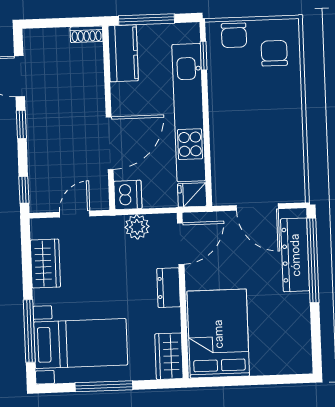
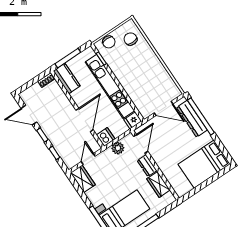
window: (24, 190) -> (54, 153), moved
wardrobe: (45, 264) -> (83, 179), moved
bed: (218, 334) -> (204, 164), moved, turned -90
wardrobe: (169, 356) -> (158, 184), moved

